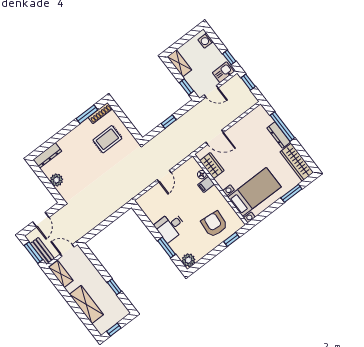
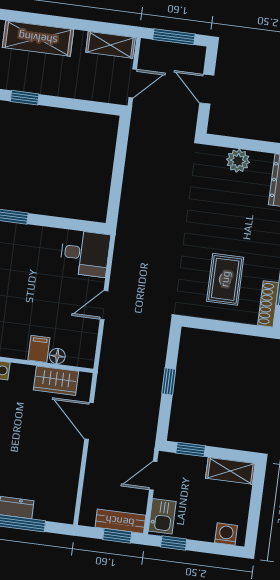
door: (215, 137) -> (89, 421), hinge flipped
door: (164, 176) -> (104, 305), hinge flipped
desk: (170, 227) -> (85, 253), moved, turned 90
bench: (42, 251) -> (120, 521), moved

